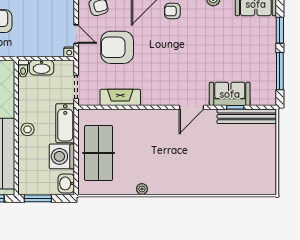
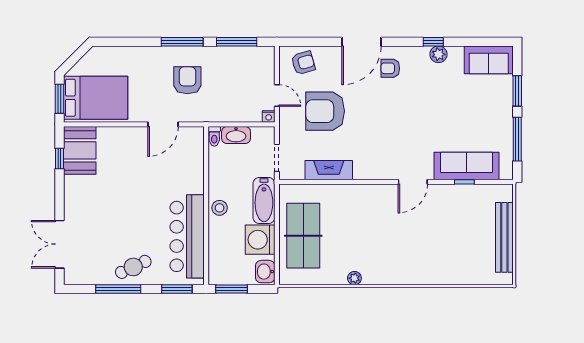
sofa: (230, 94) -> (466, 166), width x1.36
bench: (247, 116) -> (504, 237), moved, turned 90

